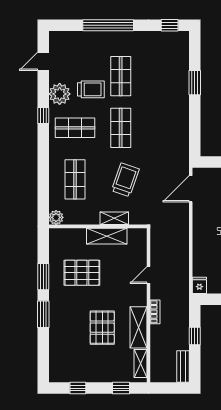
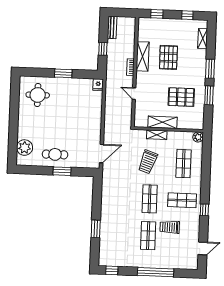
plant: (60, 94) -> (192, 225), removed
door: (149, 275) -> (134, 94), swing flipped
shelving: (140, 363) -> (203, 38), moved

